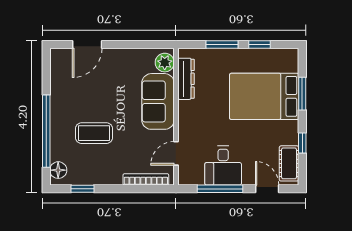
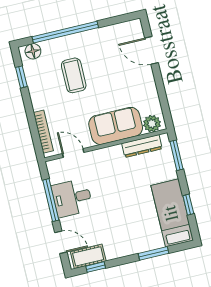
window: (222, 45) -> (177, 155), moved
bed: (264, 96) -> (172, 213), moved, width x0.67
window: (302, 143) -> (96, 267), moved
door: (267, 189) -> (61, 242), hinge flipped

